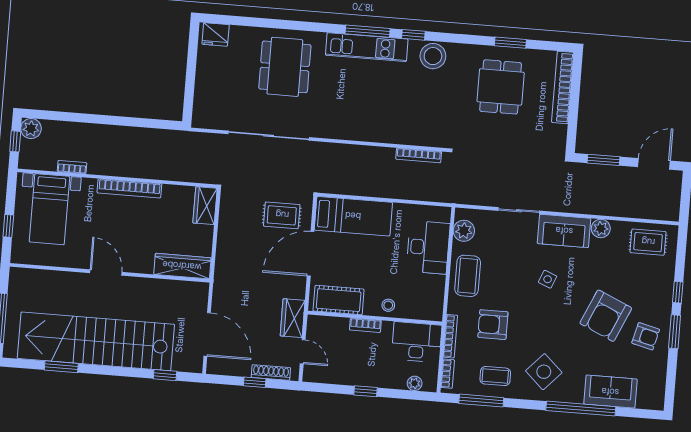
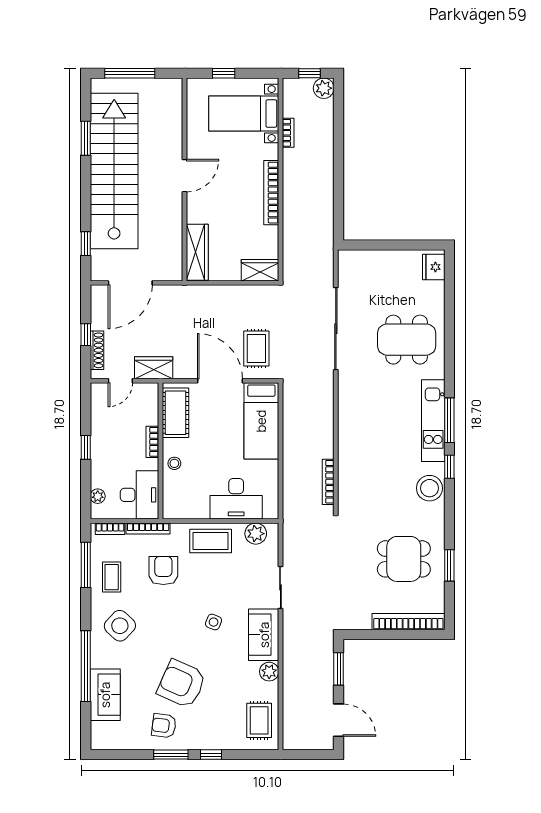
armchair: (646, 336) -> (164, 726), turned 83

